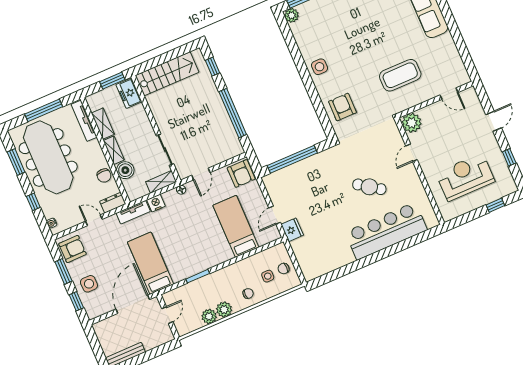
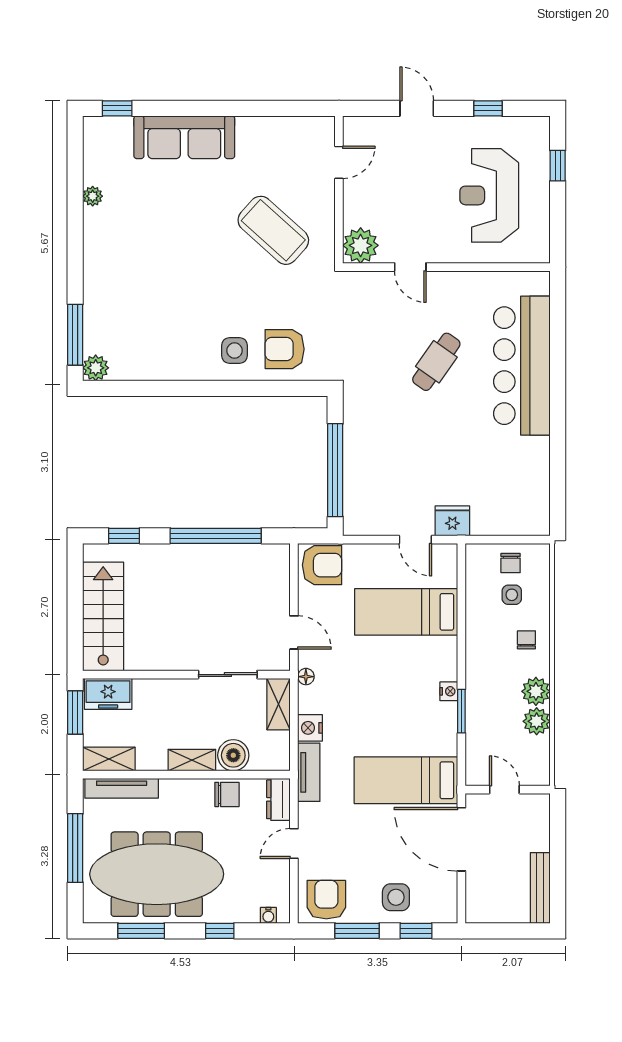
side table: (320, 67) -> (235, 351), moved
coffee table: (400, 75) -> (273, 230), turned -48
shelving: (103, 124) -> (109, 759), moved
nightstand: (205, 265) -> (449, 691), added

